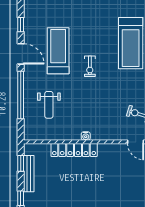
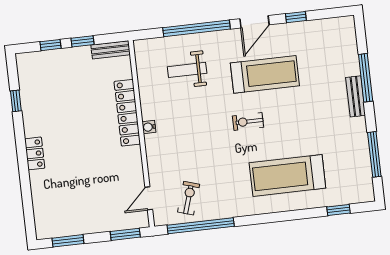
window: (21, 163) -> (83, 41), moved
bench: (29, 174) -> (111, 50), moved, width x0.73

